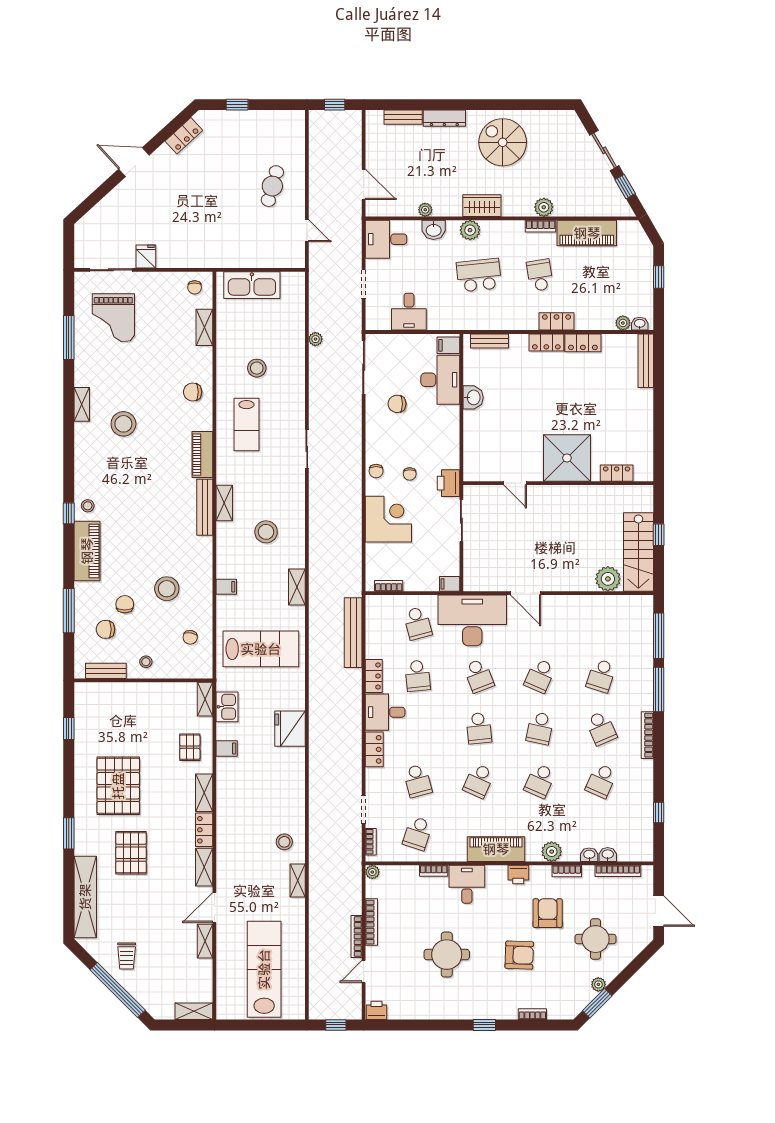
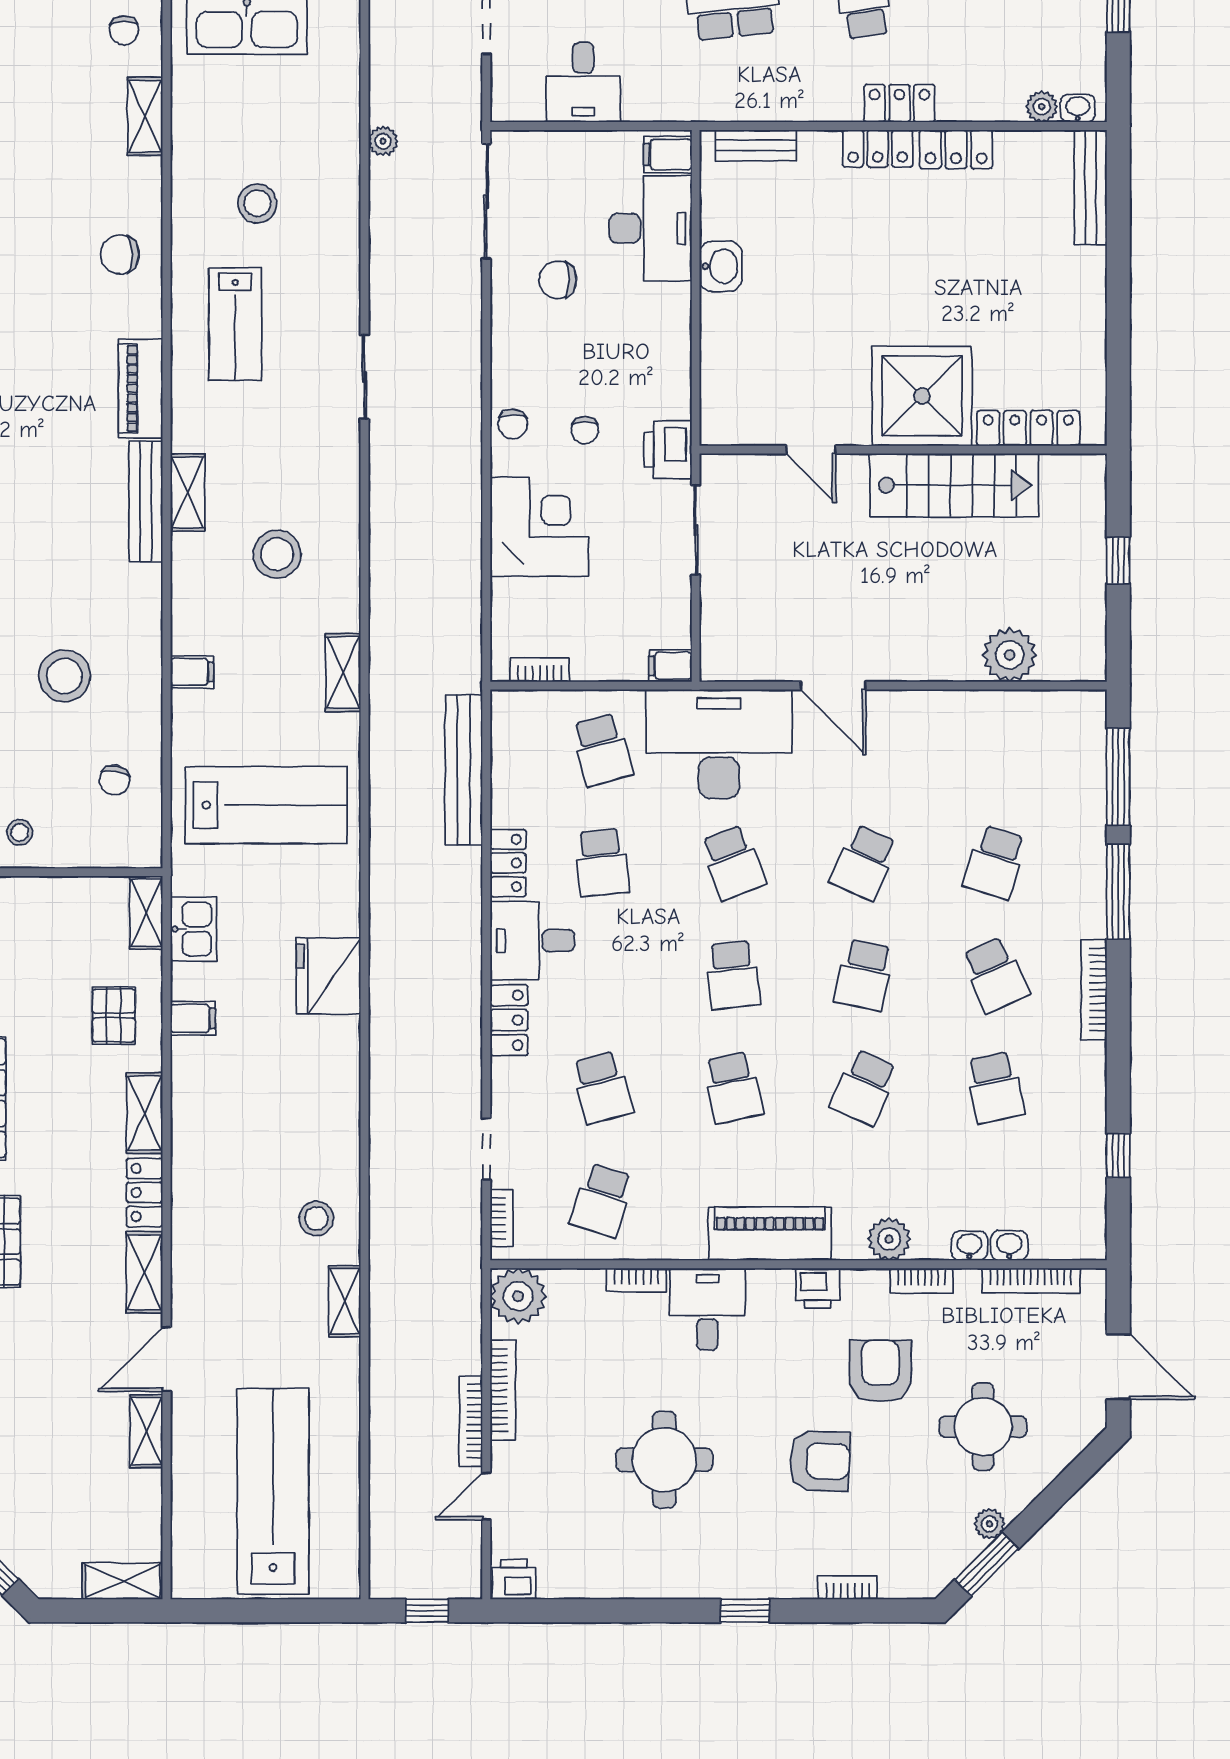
locker: (617, 473) -> (1028, 428), width x1.53
stairs: (638, 552) -> (954, 485), moved, turned -90
school desk: (479, 781) -> (733, 1088), turned -36
school desk: (601, 781) -> (995, 1088), turned -36
plant: (372, 872) -> (518, 1296), width x1.87, depth x1.87

